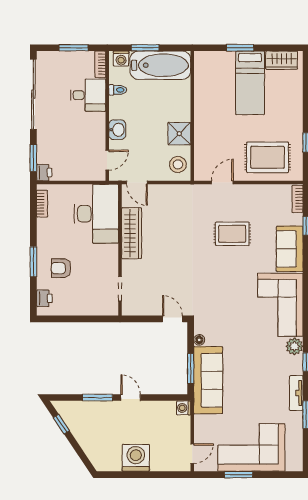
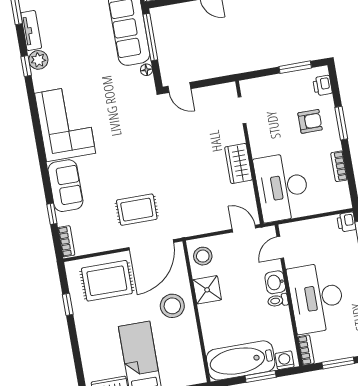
toilet: (118, 90) -> (278, 300), moved
desk: (88, 95) -> (316, 298), width x1.87, depth x1.30
stool: (213, 125) -> (172, 306), added
door: (222, 183) -> (151, 245), width x1.87
bookcase: (42, 204) -> (339, 166), moved
wardrobe: (132, 233) -> (238, 163), width x0.67
rug: (232, 234) -> (137, 210), moved
window: (66, 319) -> (295, 67), added
plant: (294, 346) -> (38, 60), moved
window: (191, 369) -> (150, 37), width x1.44

